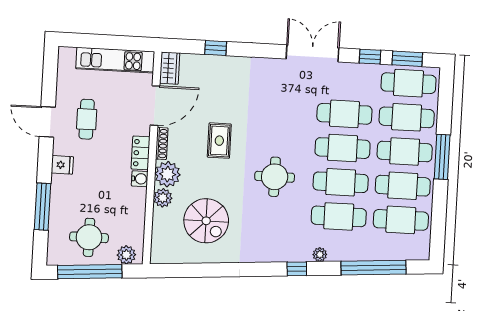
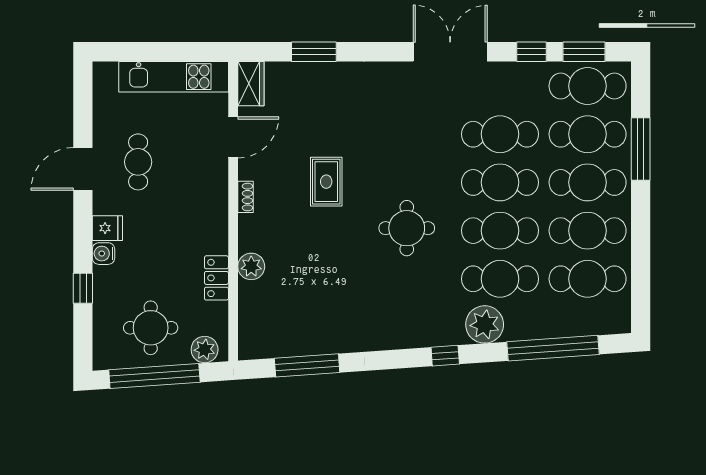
window: (216, 48) -> (314, 52), width x1.50
door: (155, 106) -> (233, 137), width x0.73
door: (47, 122) -> (83, 169), hinge flipped
shoe rack: (162, 144) -> (245, 197), width x0.70
locker: (141, 153) -> (216, 278), moved
window: (442, 157) -> (641, 149), moved
plant: (168, 174) -> (256, 233), removed
water cooler: (140, 179) -> (103, 254), moved, turned 180
window: (43, 207) -> (83, 288), width x0.46
spiral stairs: (206, 221) -> (314, 295), removed
plant: (320, 255) -> (485, 324), width x1.87, depth x1.87
window: (198, 270) -> (307, 365), added

